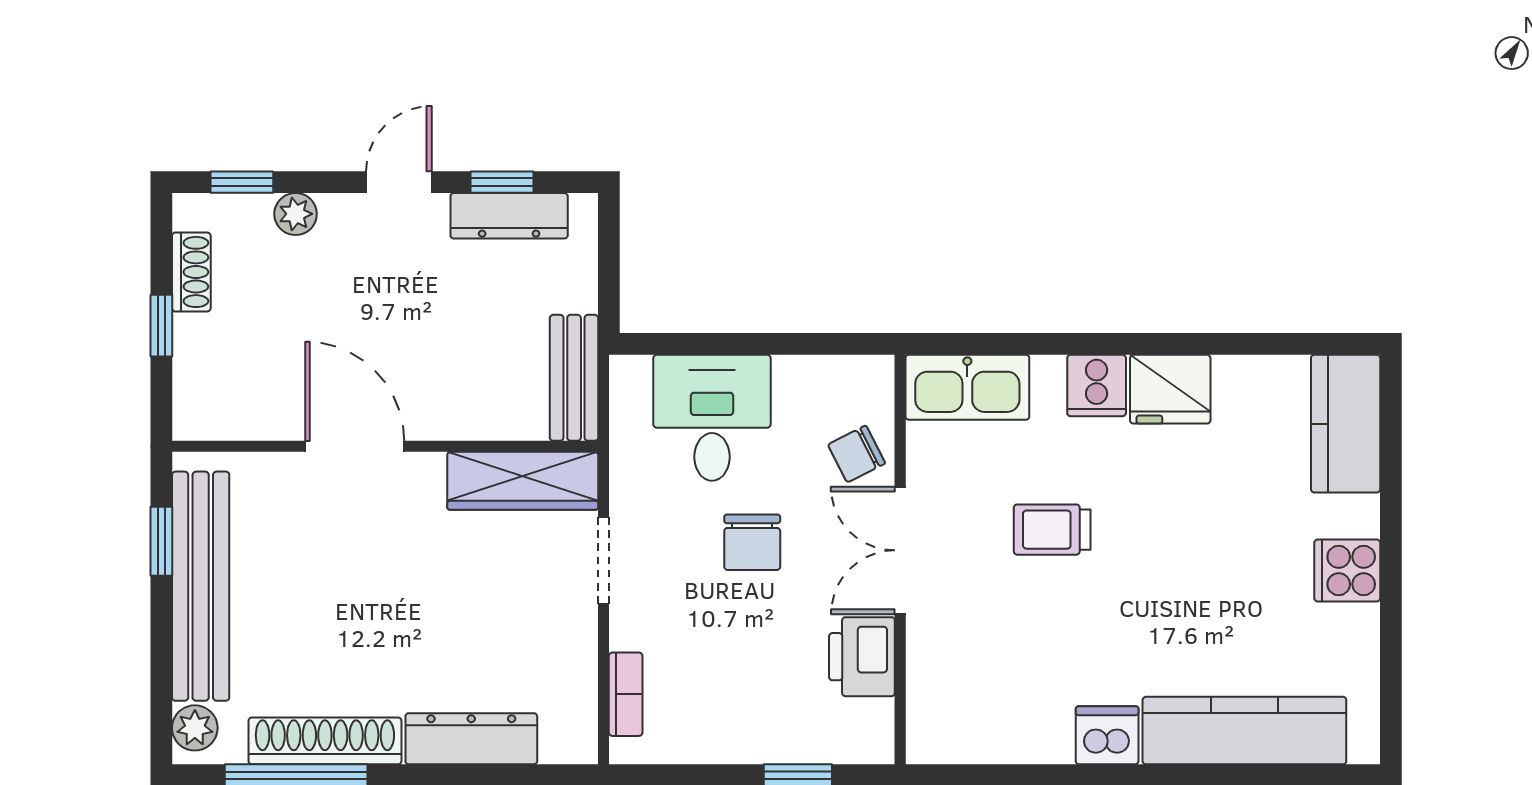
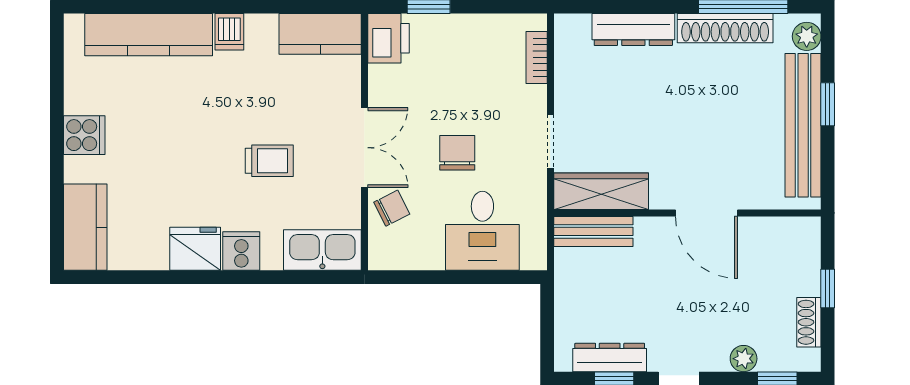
bench: (574, 378) -> (593, 231), moved, turned 90
window: (161, 541) -> (828, 104), moved
printer: (862, 657) -> (388, 38), moved
kitchen counter: (971, 732) -> (320, 34), added
dishwasher: (1107, 735) -> (229, 32), width x0.73

